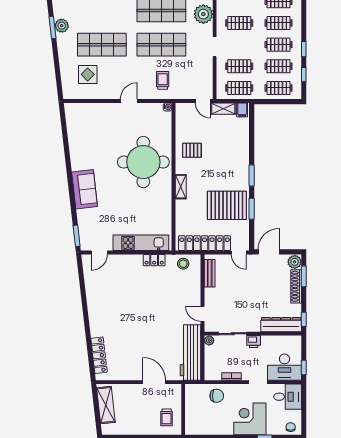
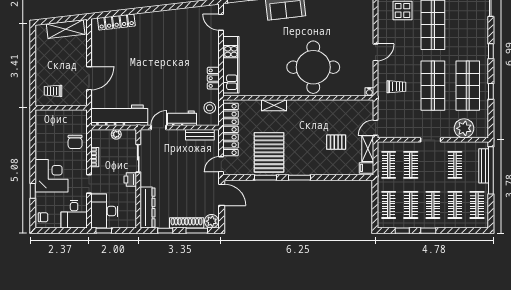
door: (129, 101) -> (375, 52), hinge flipped
pallet: (192, 150) -> (336, 142), moved, turned 90
shelving: (181, 187) -> (274, 105), moved
workbench: (193, 291) -> (182, 118), added
window: (304, 319) -> (165, 231), moved
plant: (209, 340) -> (116, 134), moved

